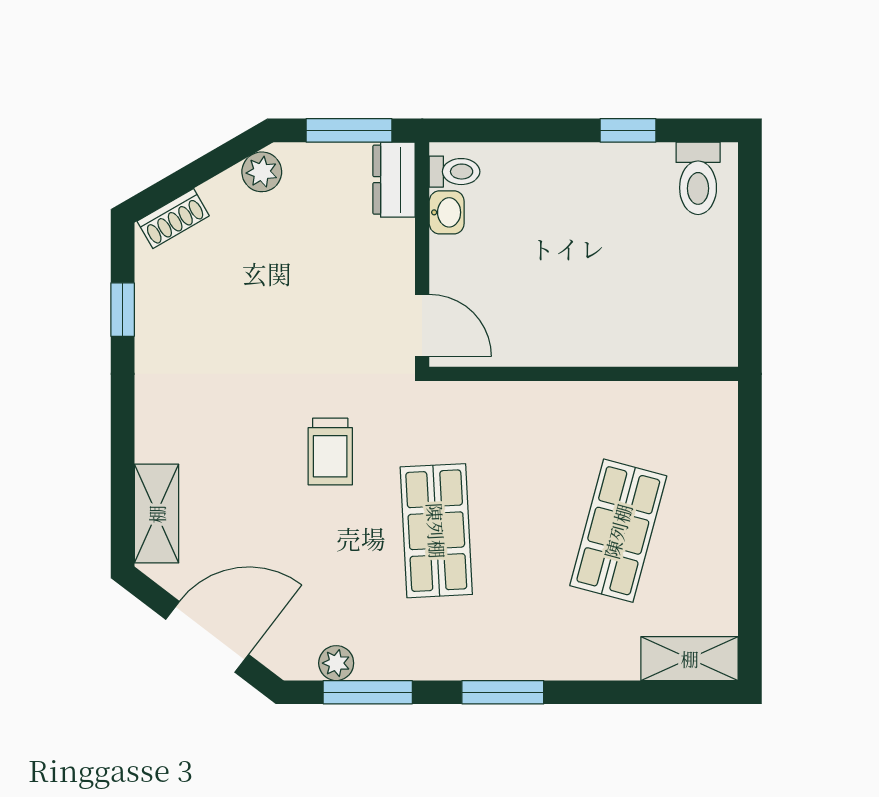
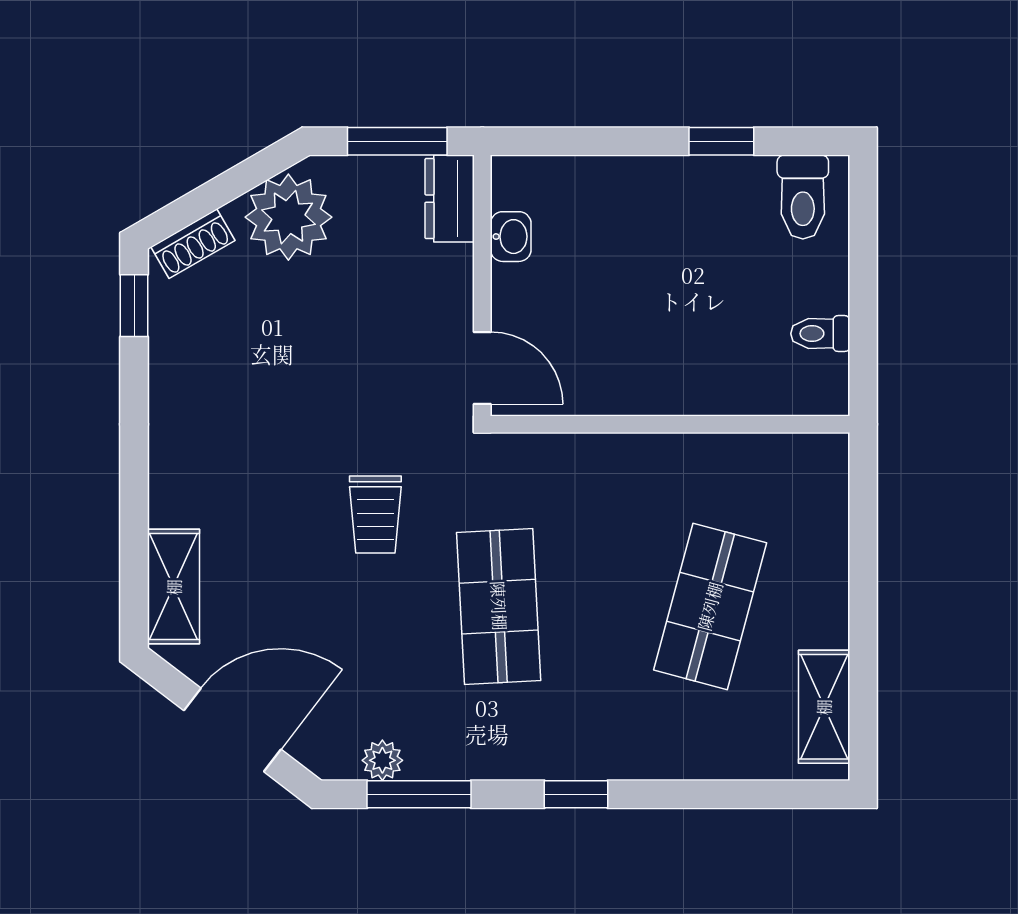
plant: (262, 172) -> (288, 217), width x1.88, depth x1.88
toilet: (455, 172) -> (820, 334), moved, turned 180
window: (123, 310) -> (134, 306), moved
shelving: (690, 659) -> (824, 707), moved, turned 90
window: (503, 692) -> (576, 794), width x0.67

